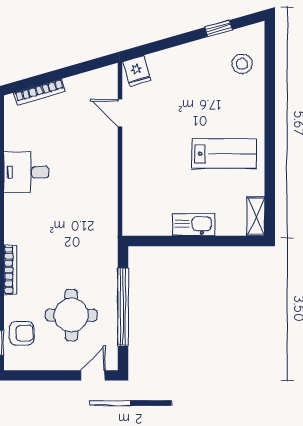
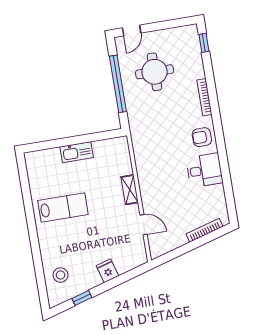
fridge: (137, 71) -> (107, 271), moved
lab bench: (224, 154) -> (63, 207), turned 180
shelving: (256, 216) -> (130, 190), moved
armchair: (22, 333) -> (202, 137), moved

